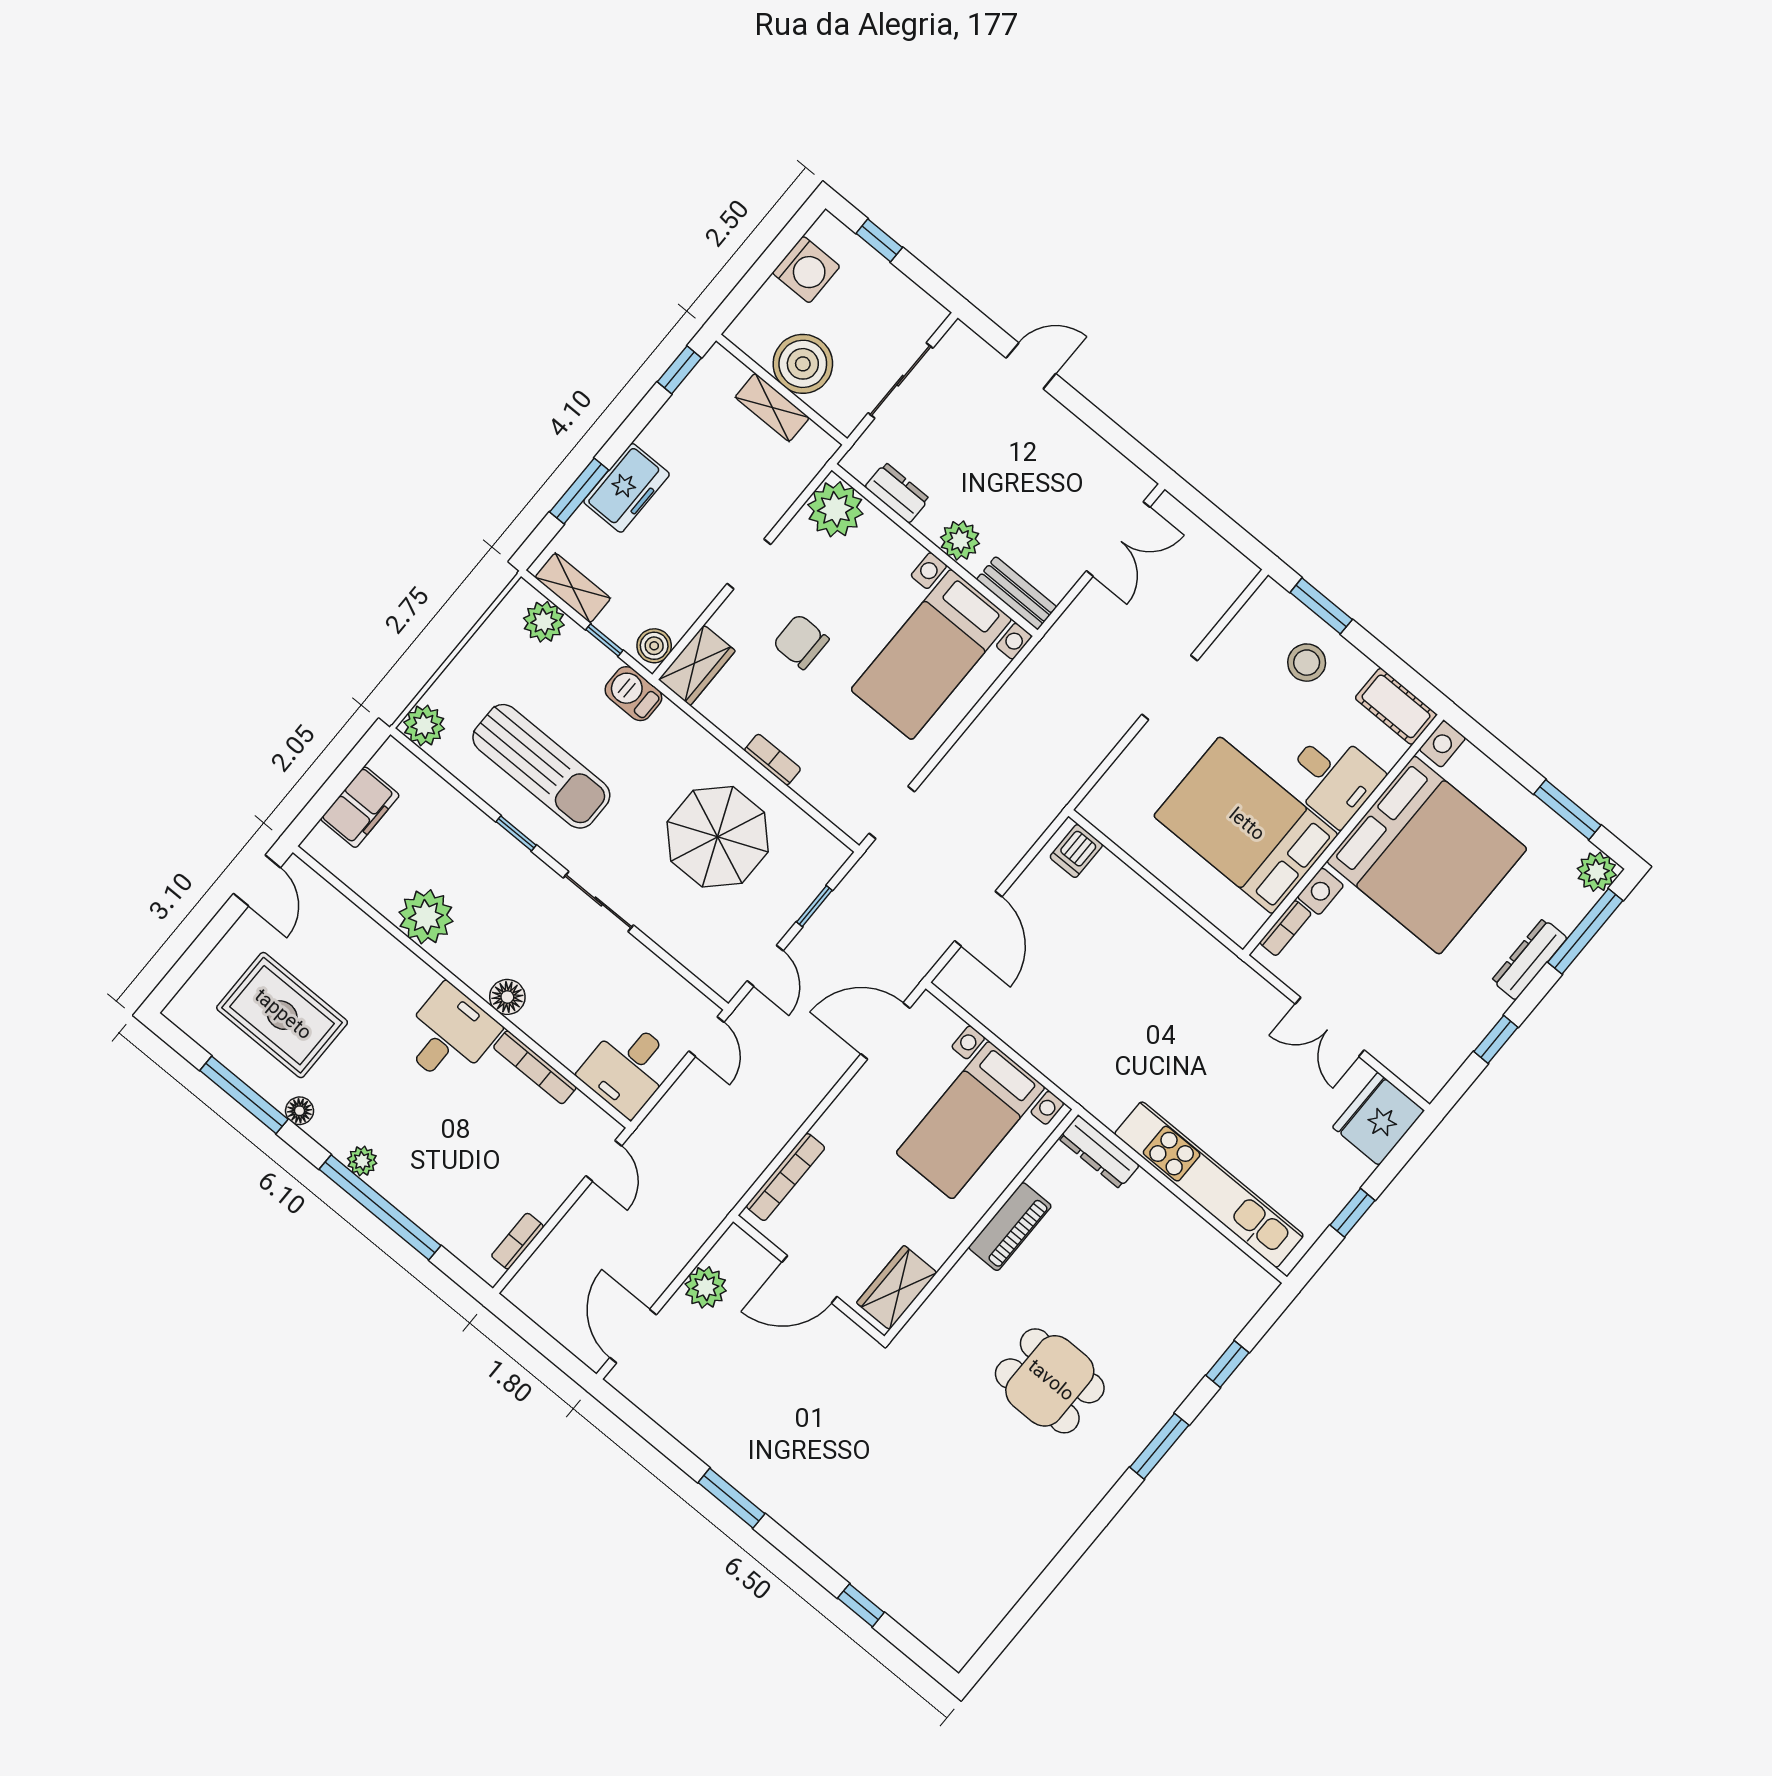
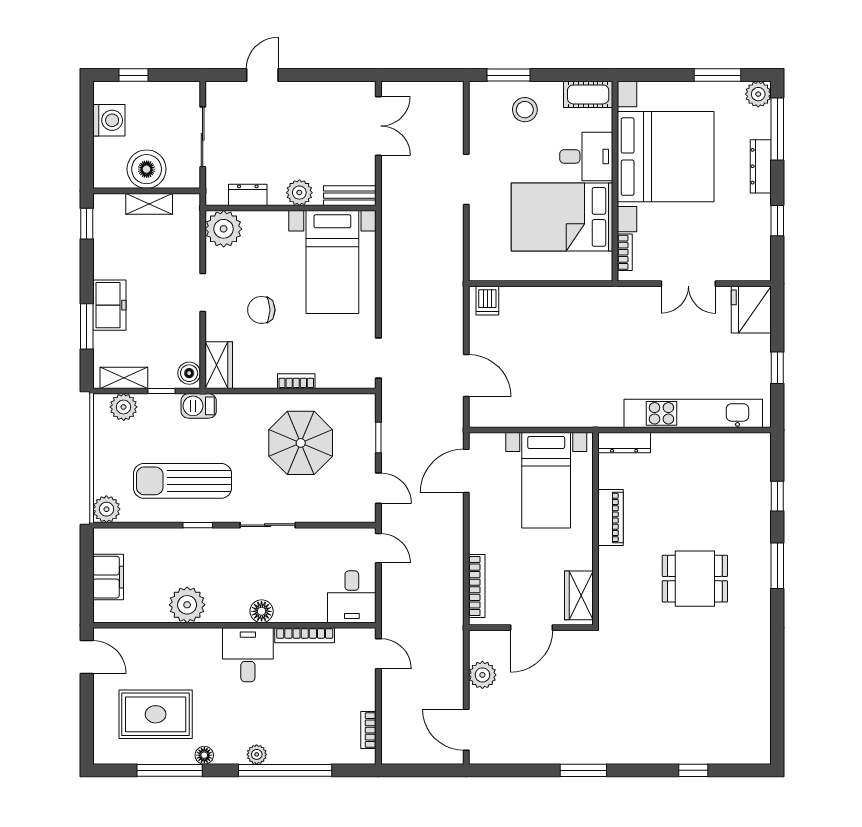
sun lounger: (541, 766) -> (183, 481), turned 180

